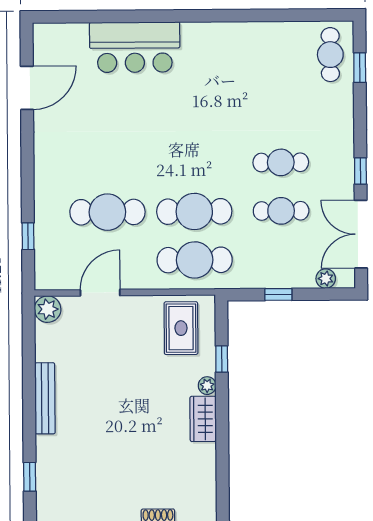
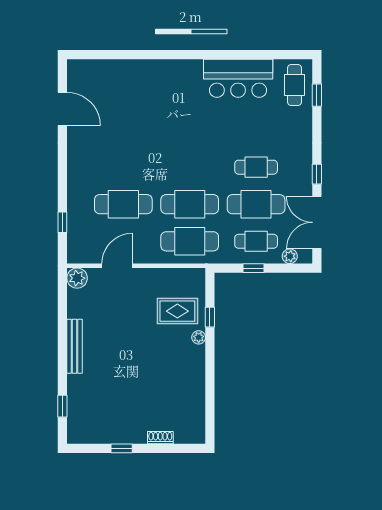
bar counter: (135, 47) -> (238, 78), moved
door: (27, 88) -> (62, 109), hinge flipped
cafe table: (281, 211) -> (256, 204), width x1.37, depth x1.35
cafe table: (281, 259) -> (256, 241), added
rug: (181, 328) -> (177, 311), moved, turned 90
wardrobe: (203, 419) -> (195, 363), removed

